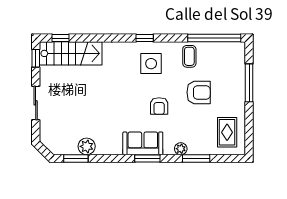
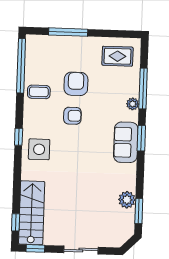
side table: (151, 64) -> (39, 149), moved
armchair: (159, 106) -> (72, 116), moved
window: (196, 158) -> (143, 89), width x1.44

